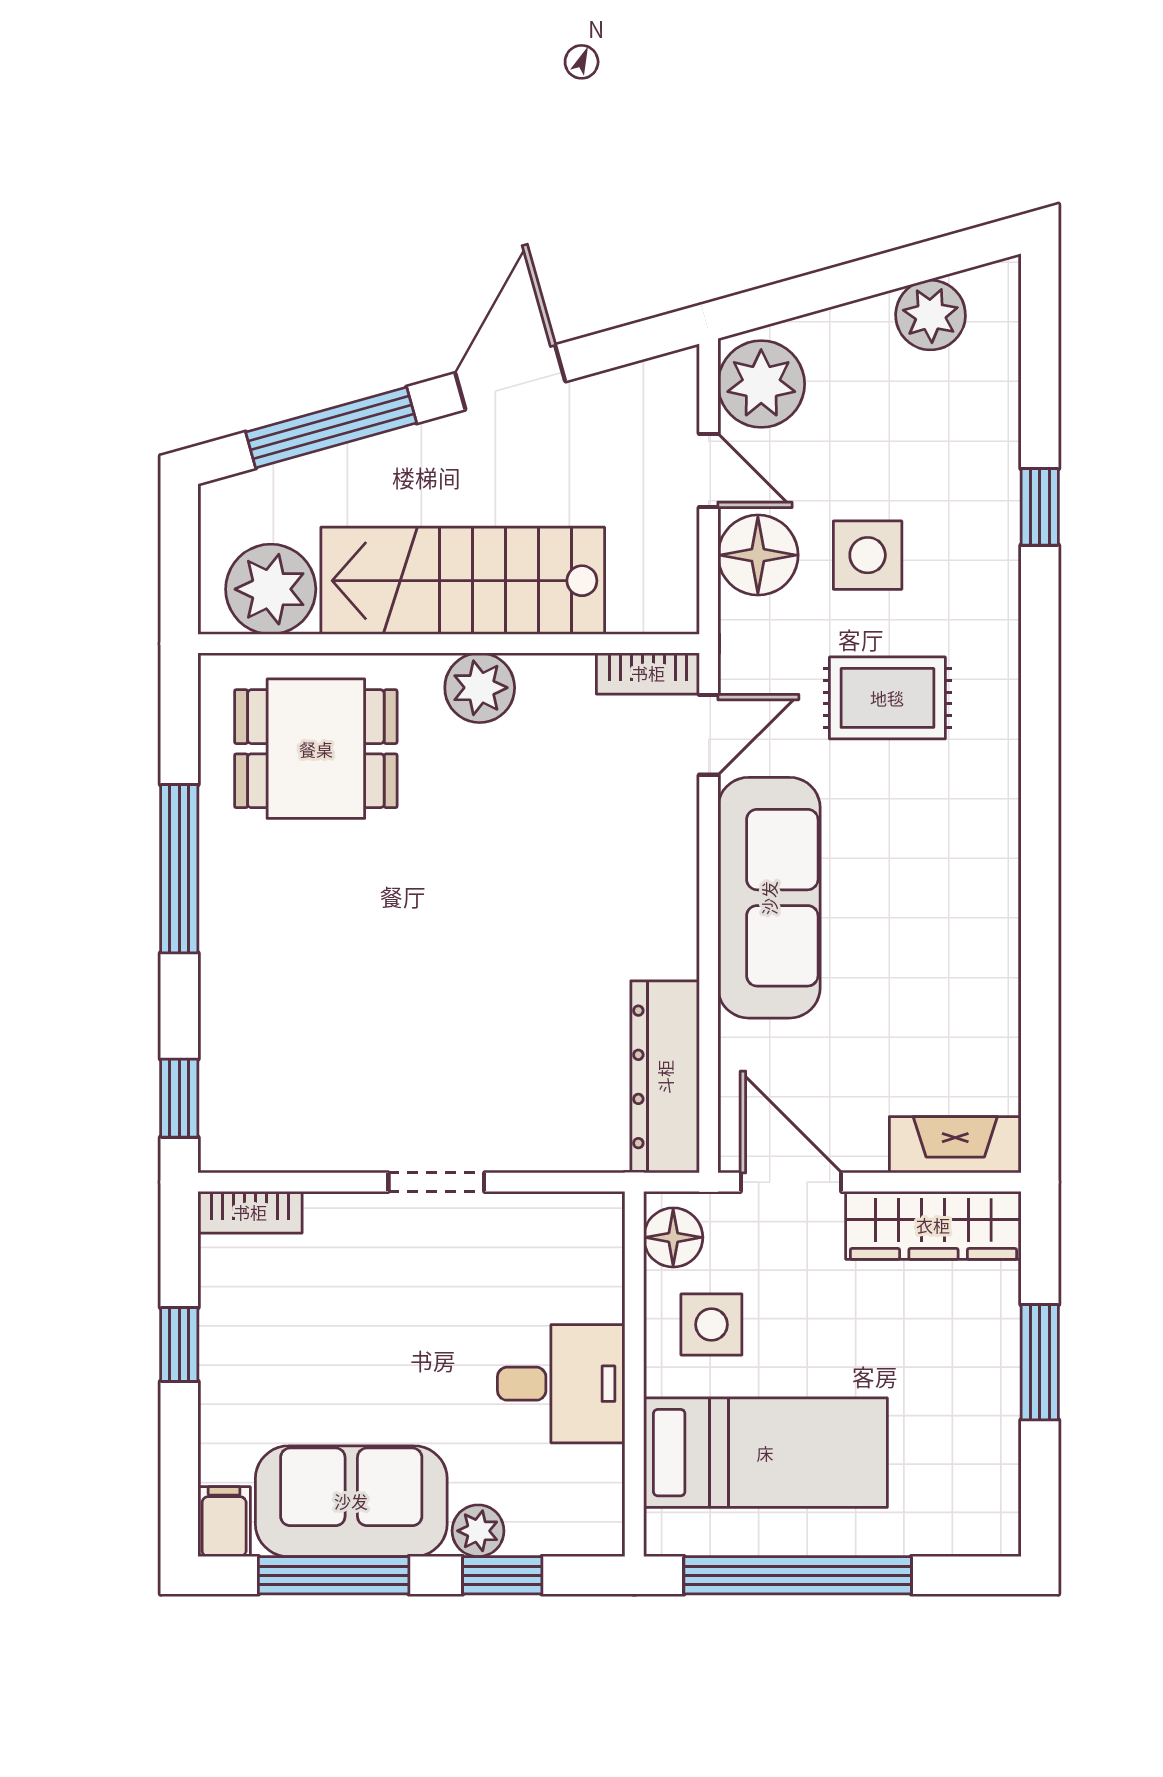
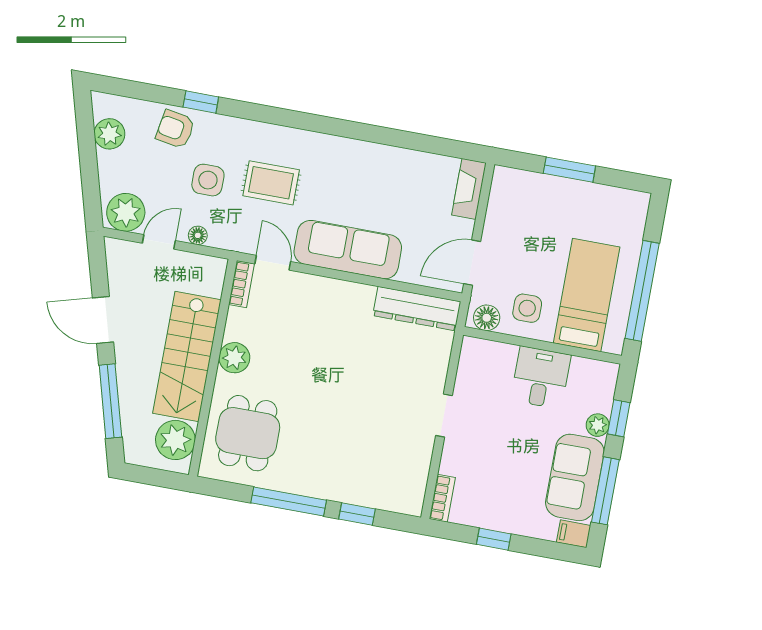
armchair: (968, 461) -> (175, 129), added
floor lamp: (758, 555) -> (198, 235), width x0.53, depth x0.53
rug: (887, 698) -> (271, 183), turned 90
window: (179, 1098) -> (357, 514), moved
wardrobe: (933, 1225) -> (502, 205), removed

